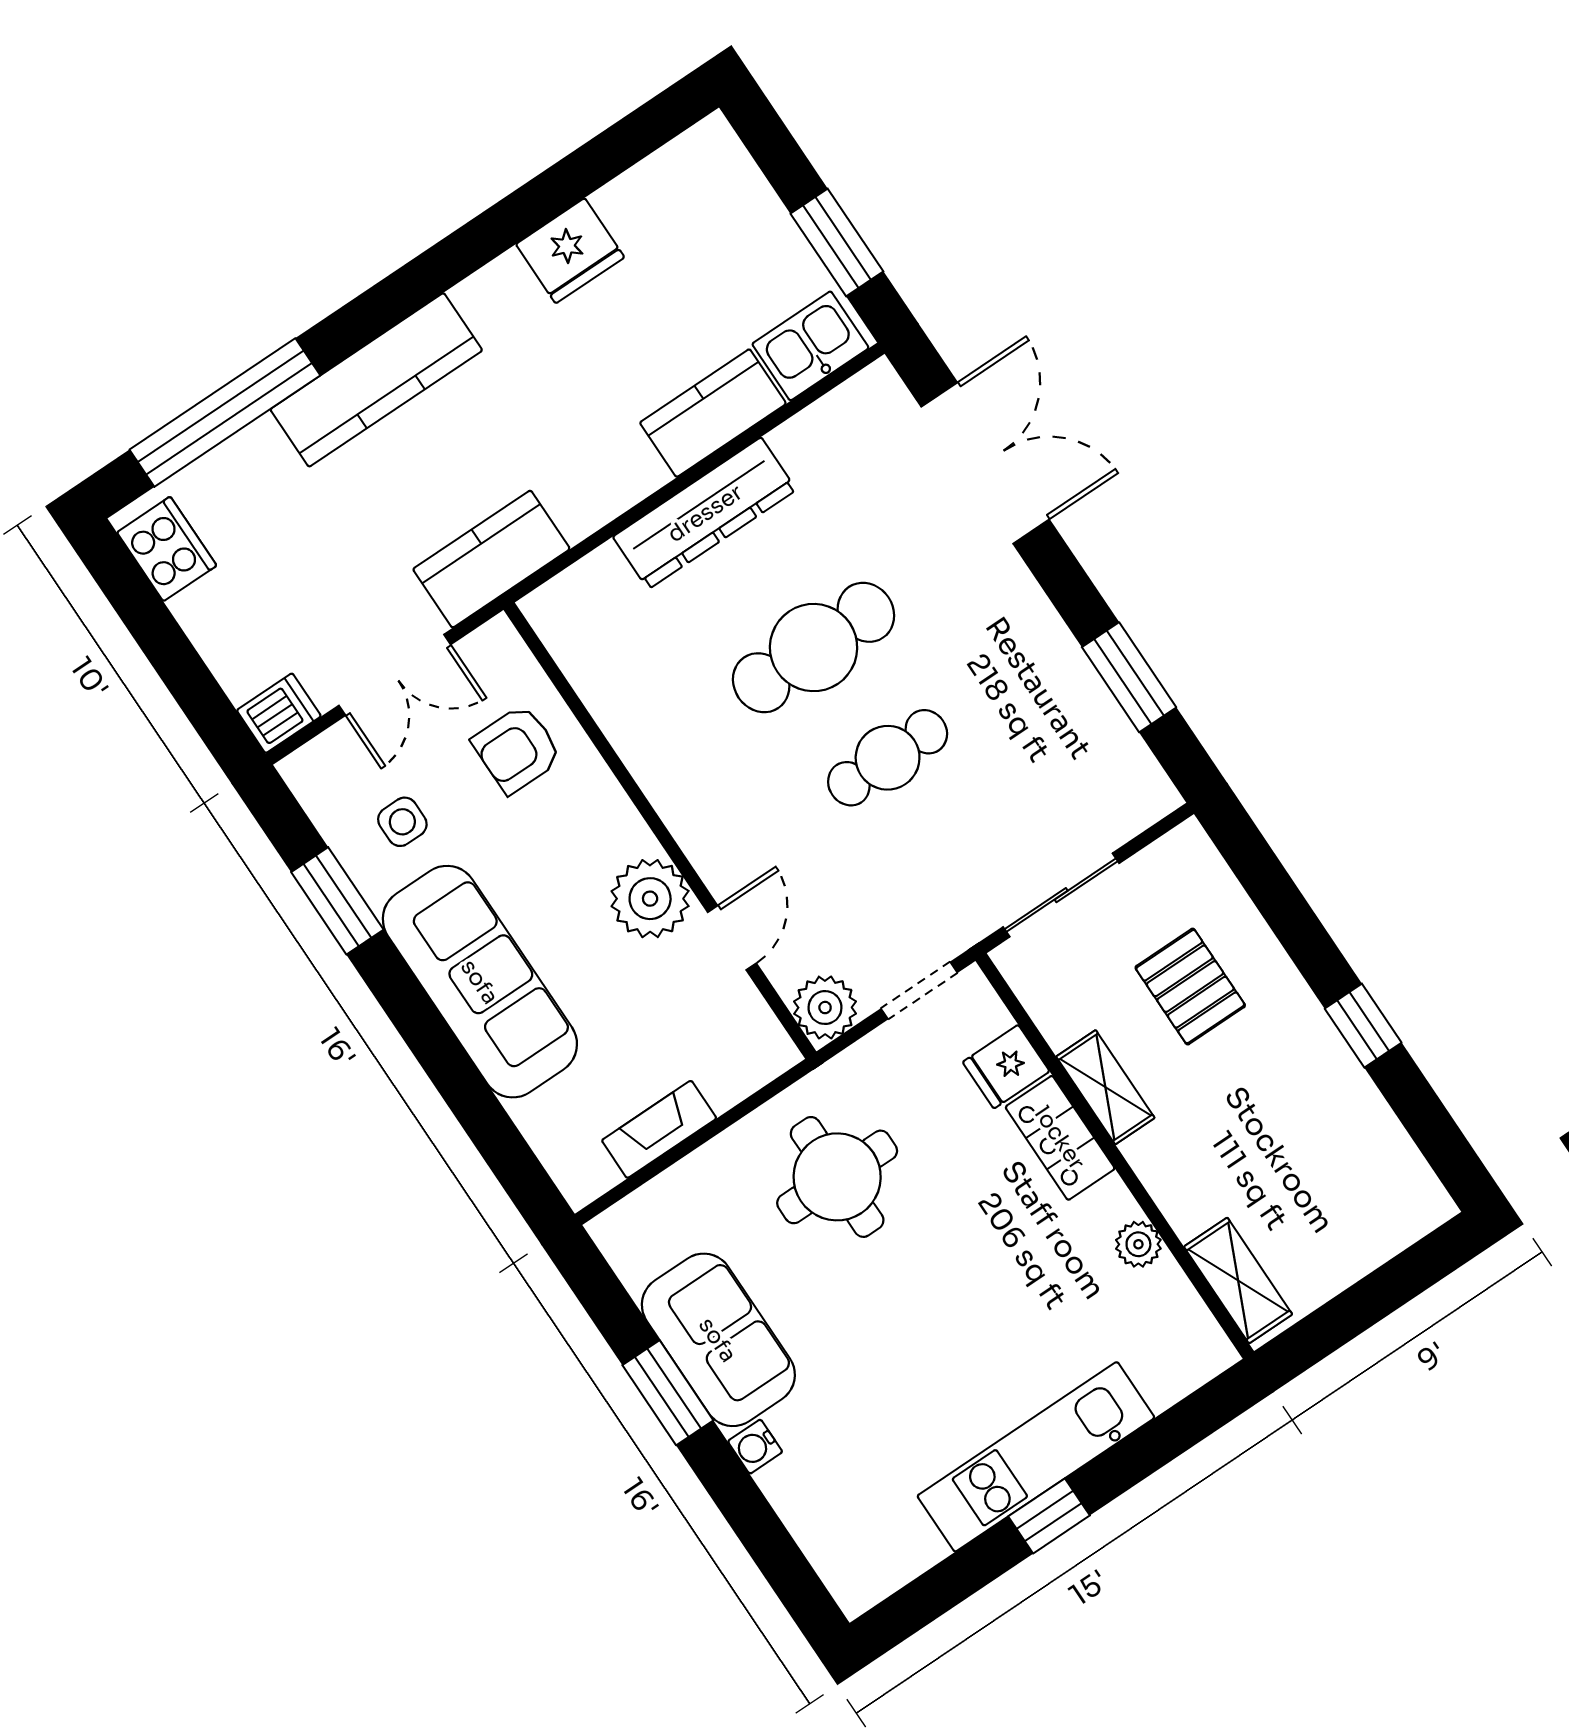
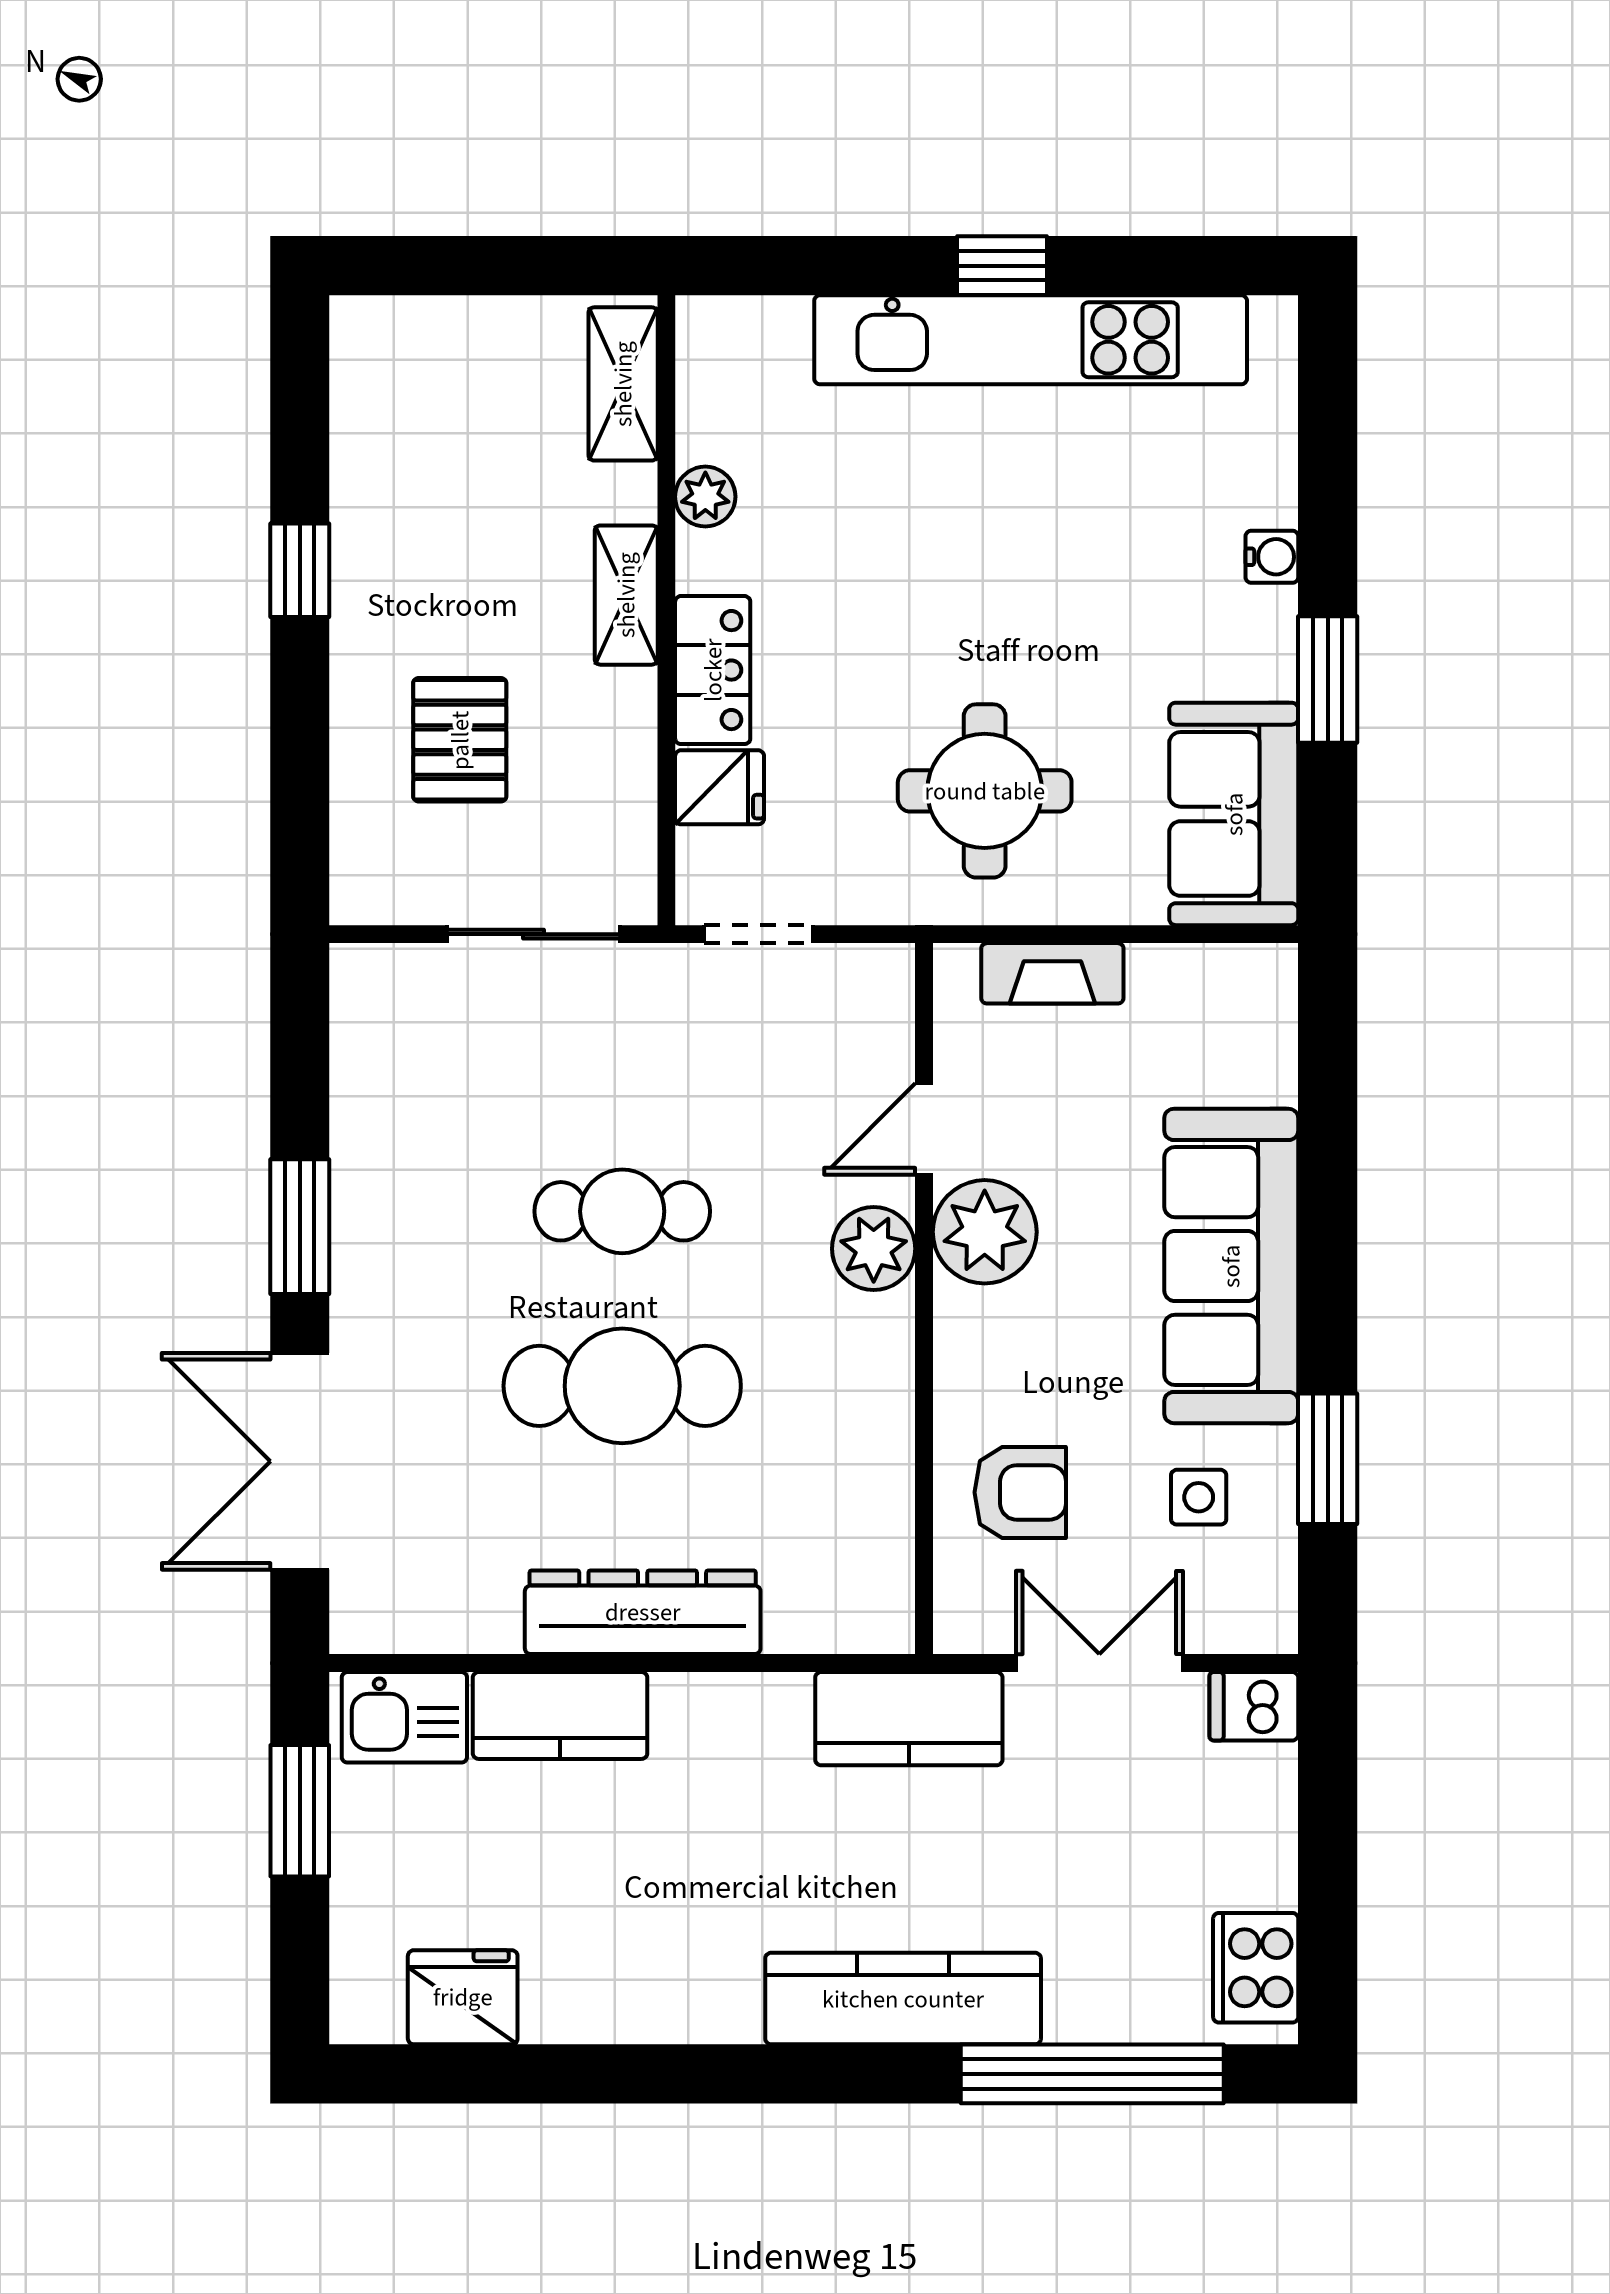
fridge: (570, 251) -> (463, 1997), moved
window: (1129, 677) -> (300, 1227), moved
plant: (825, 1008) -> (874, 1249), moved
shelving: (1105, 1087) -> (626, 595), moved
fireplace: (659, 1129) -> (1052, 973), moved
sofa: (718, 1340) -> (1234, 814), moved
kitchen unit: (1036, 1457) -> (1031, 340), width x1.36

